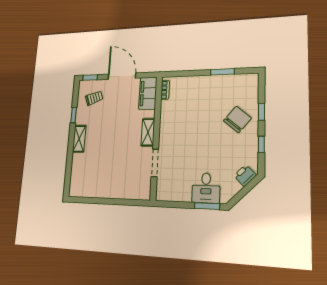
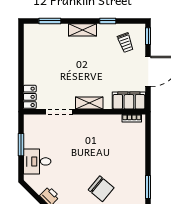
window: (222, 72) -> (148, 187), moved
window: (68, 170) -> (50, 21), added
locker: (138, 193) -> (30, 97), added
window: (207, 206) -> (21, 145), moved

